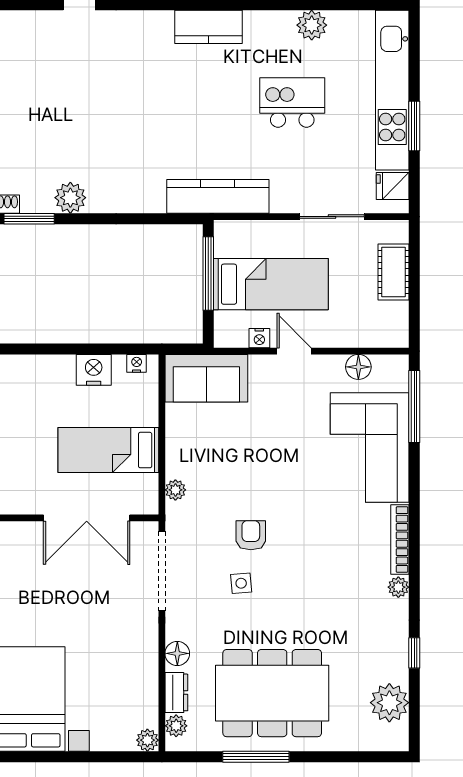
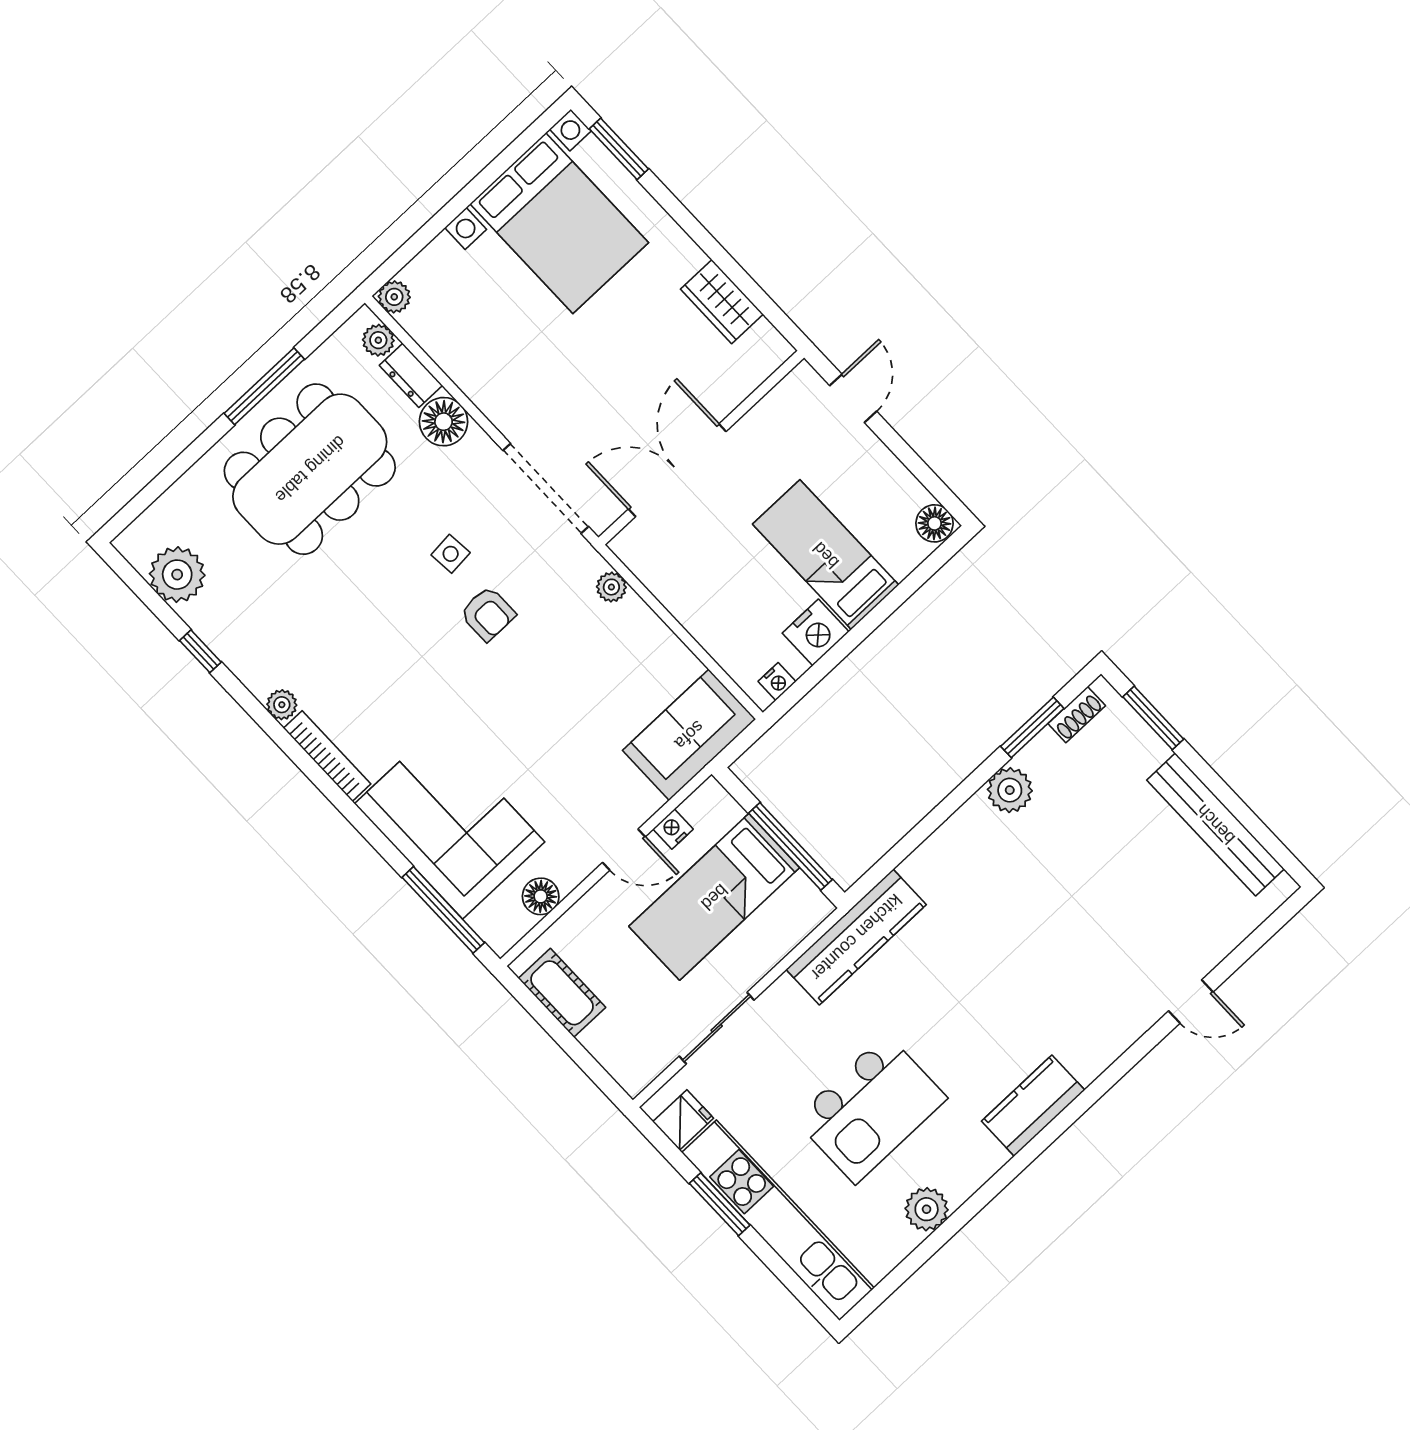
kitchen island: (292, 103) -> (871, 1109), width x1.37, depth x1.28
cot: (393, 272) -> (562, 993), moved
bed: (108, 450) -> (826, 555), moved, turned -90
floor lamp: (177, 653) -> (444, 422), width x1.38, depth x1.38

